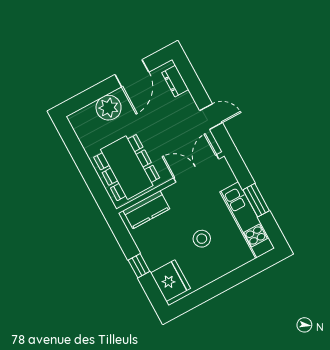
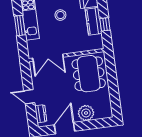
door: (211, 117) -> (29, 97), moved
kitchen counter: (146, 210) -> (94, 21), moved, turned -90
window: (139, 266) -> (105, 24), moved

